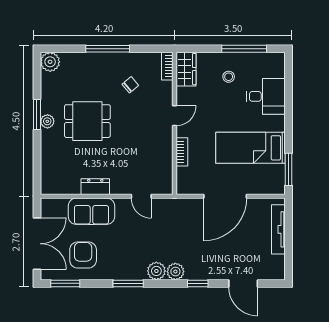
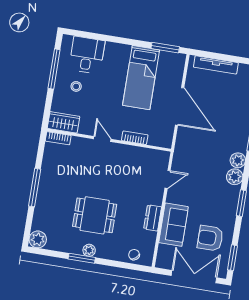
chair: (130, 85) -> (134, 255), moved
desk: (266, 96) -> (87, 55), moved
dining table: (87, 121) -> (95, 215), turned 90

